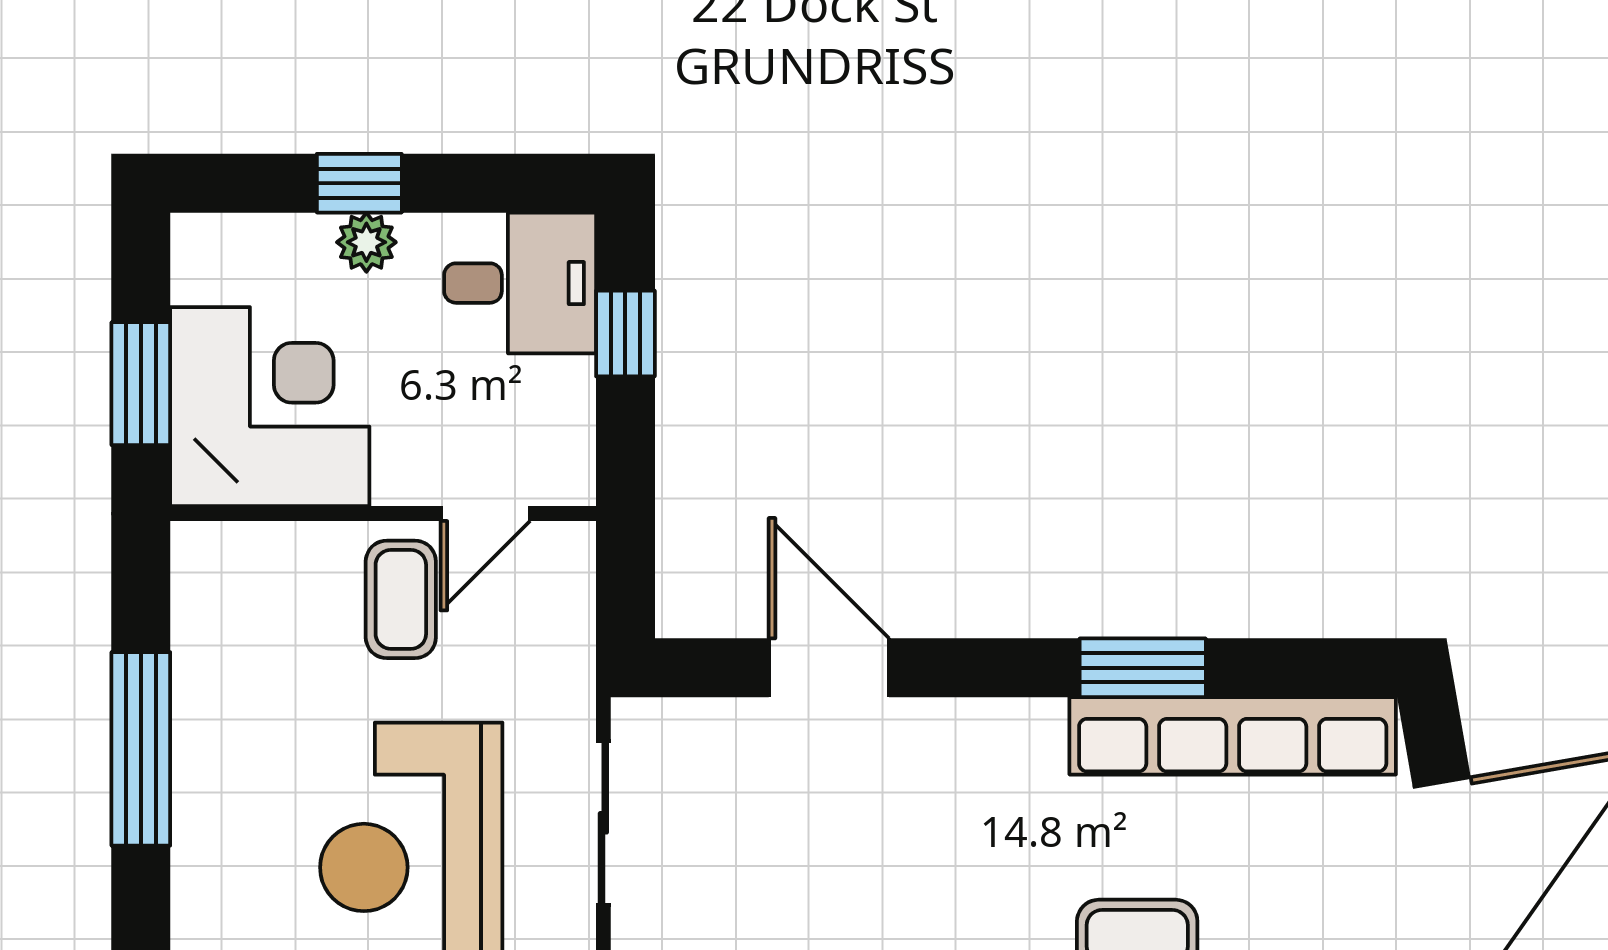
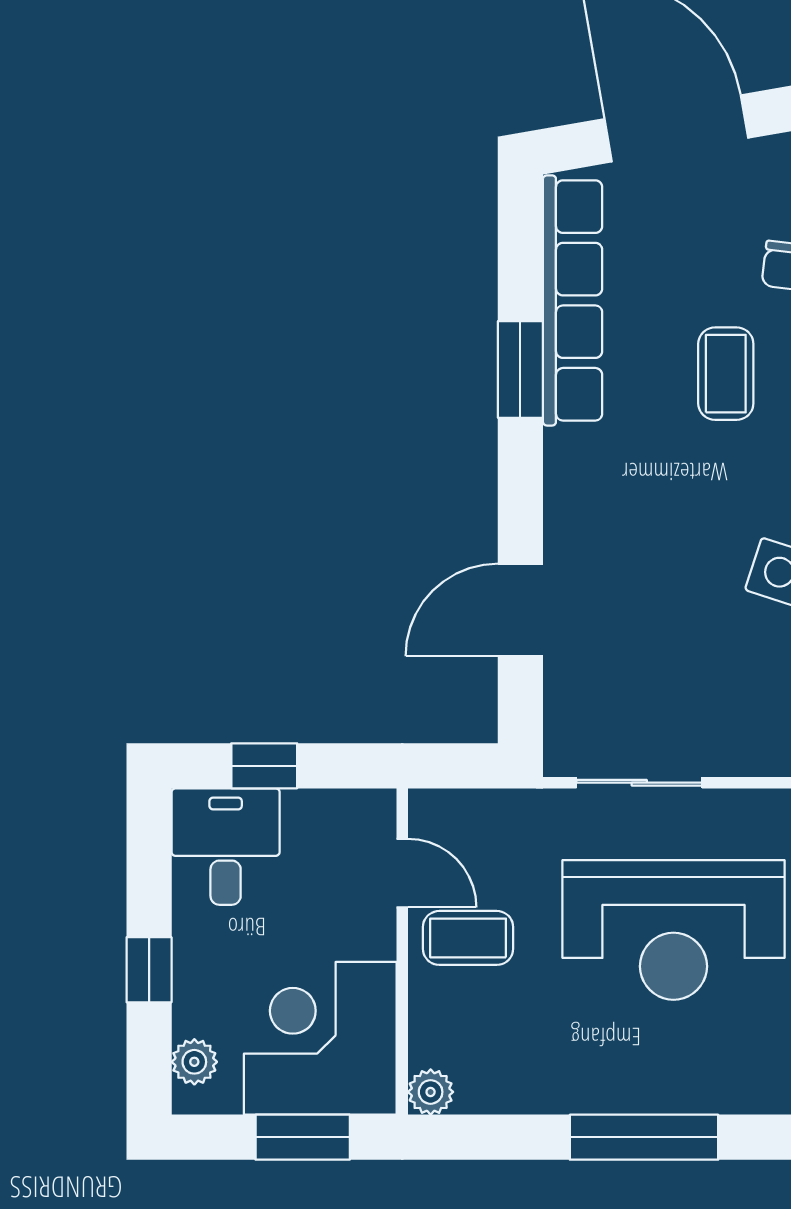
plant: (366, 242) -> (194, 1062), moved
plant: (200, 551) -> (431, 1092), added
window: (141, 749) -> (644, 1137), moved

